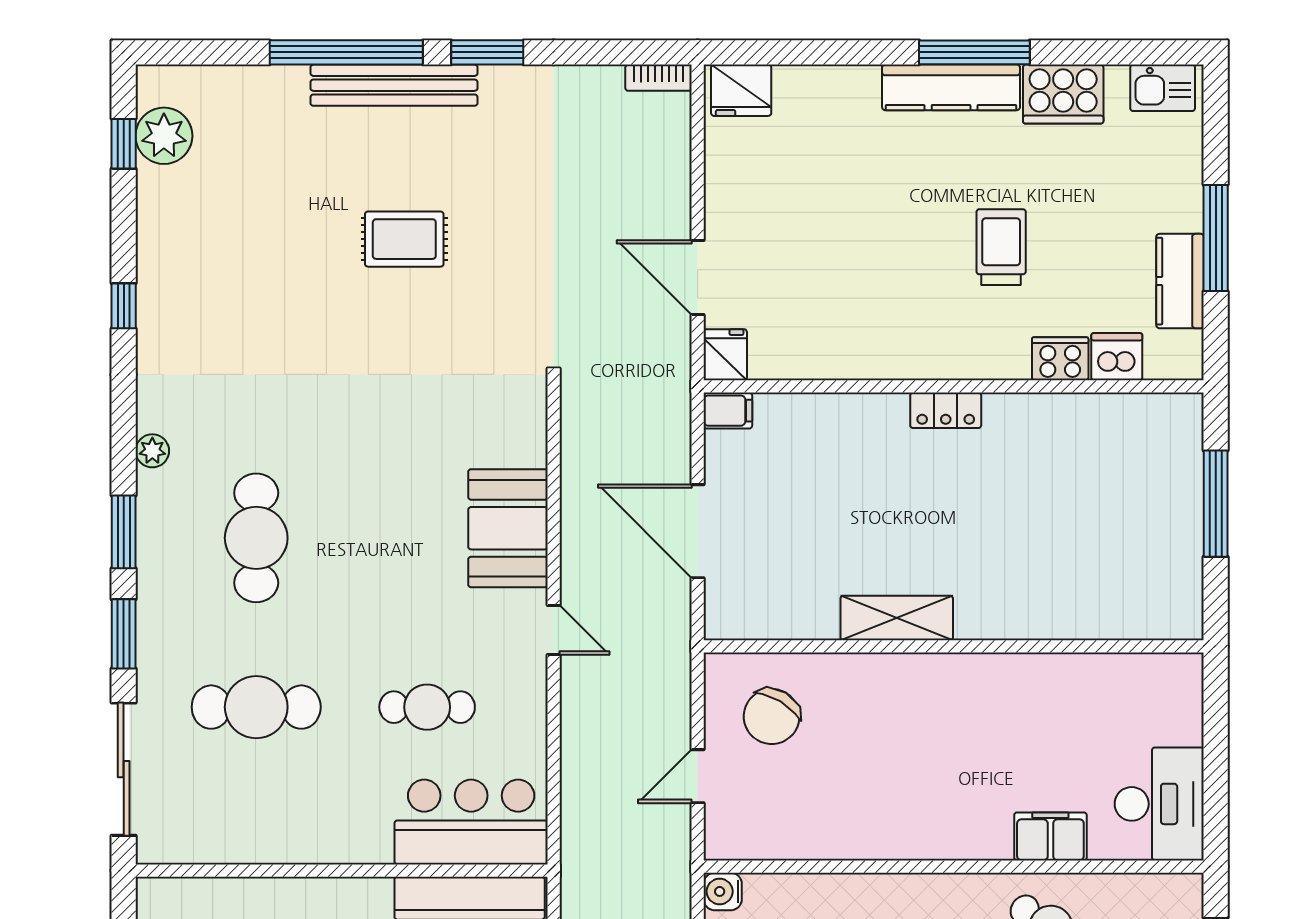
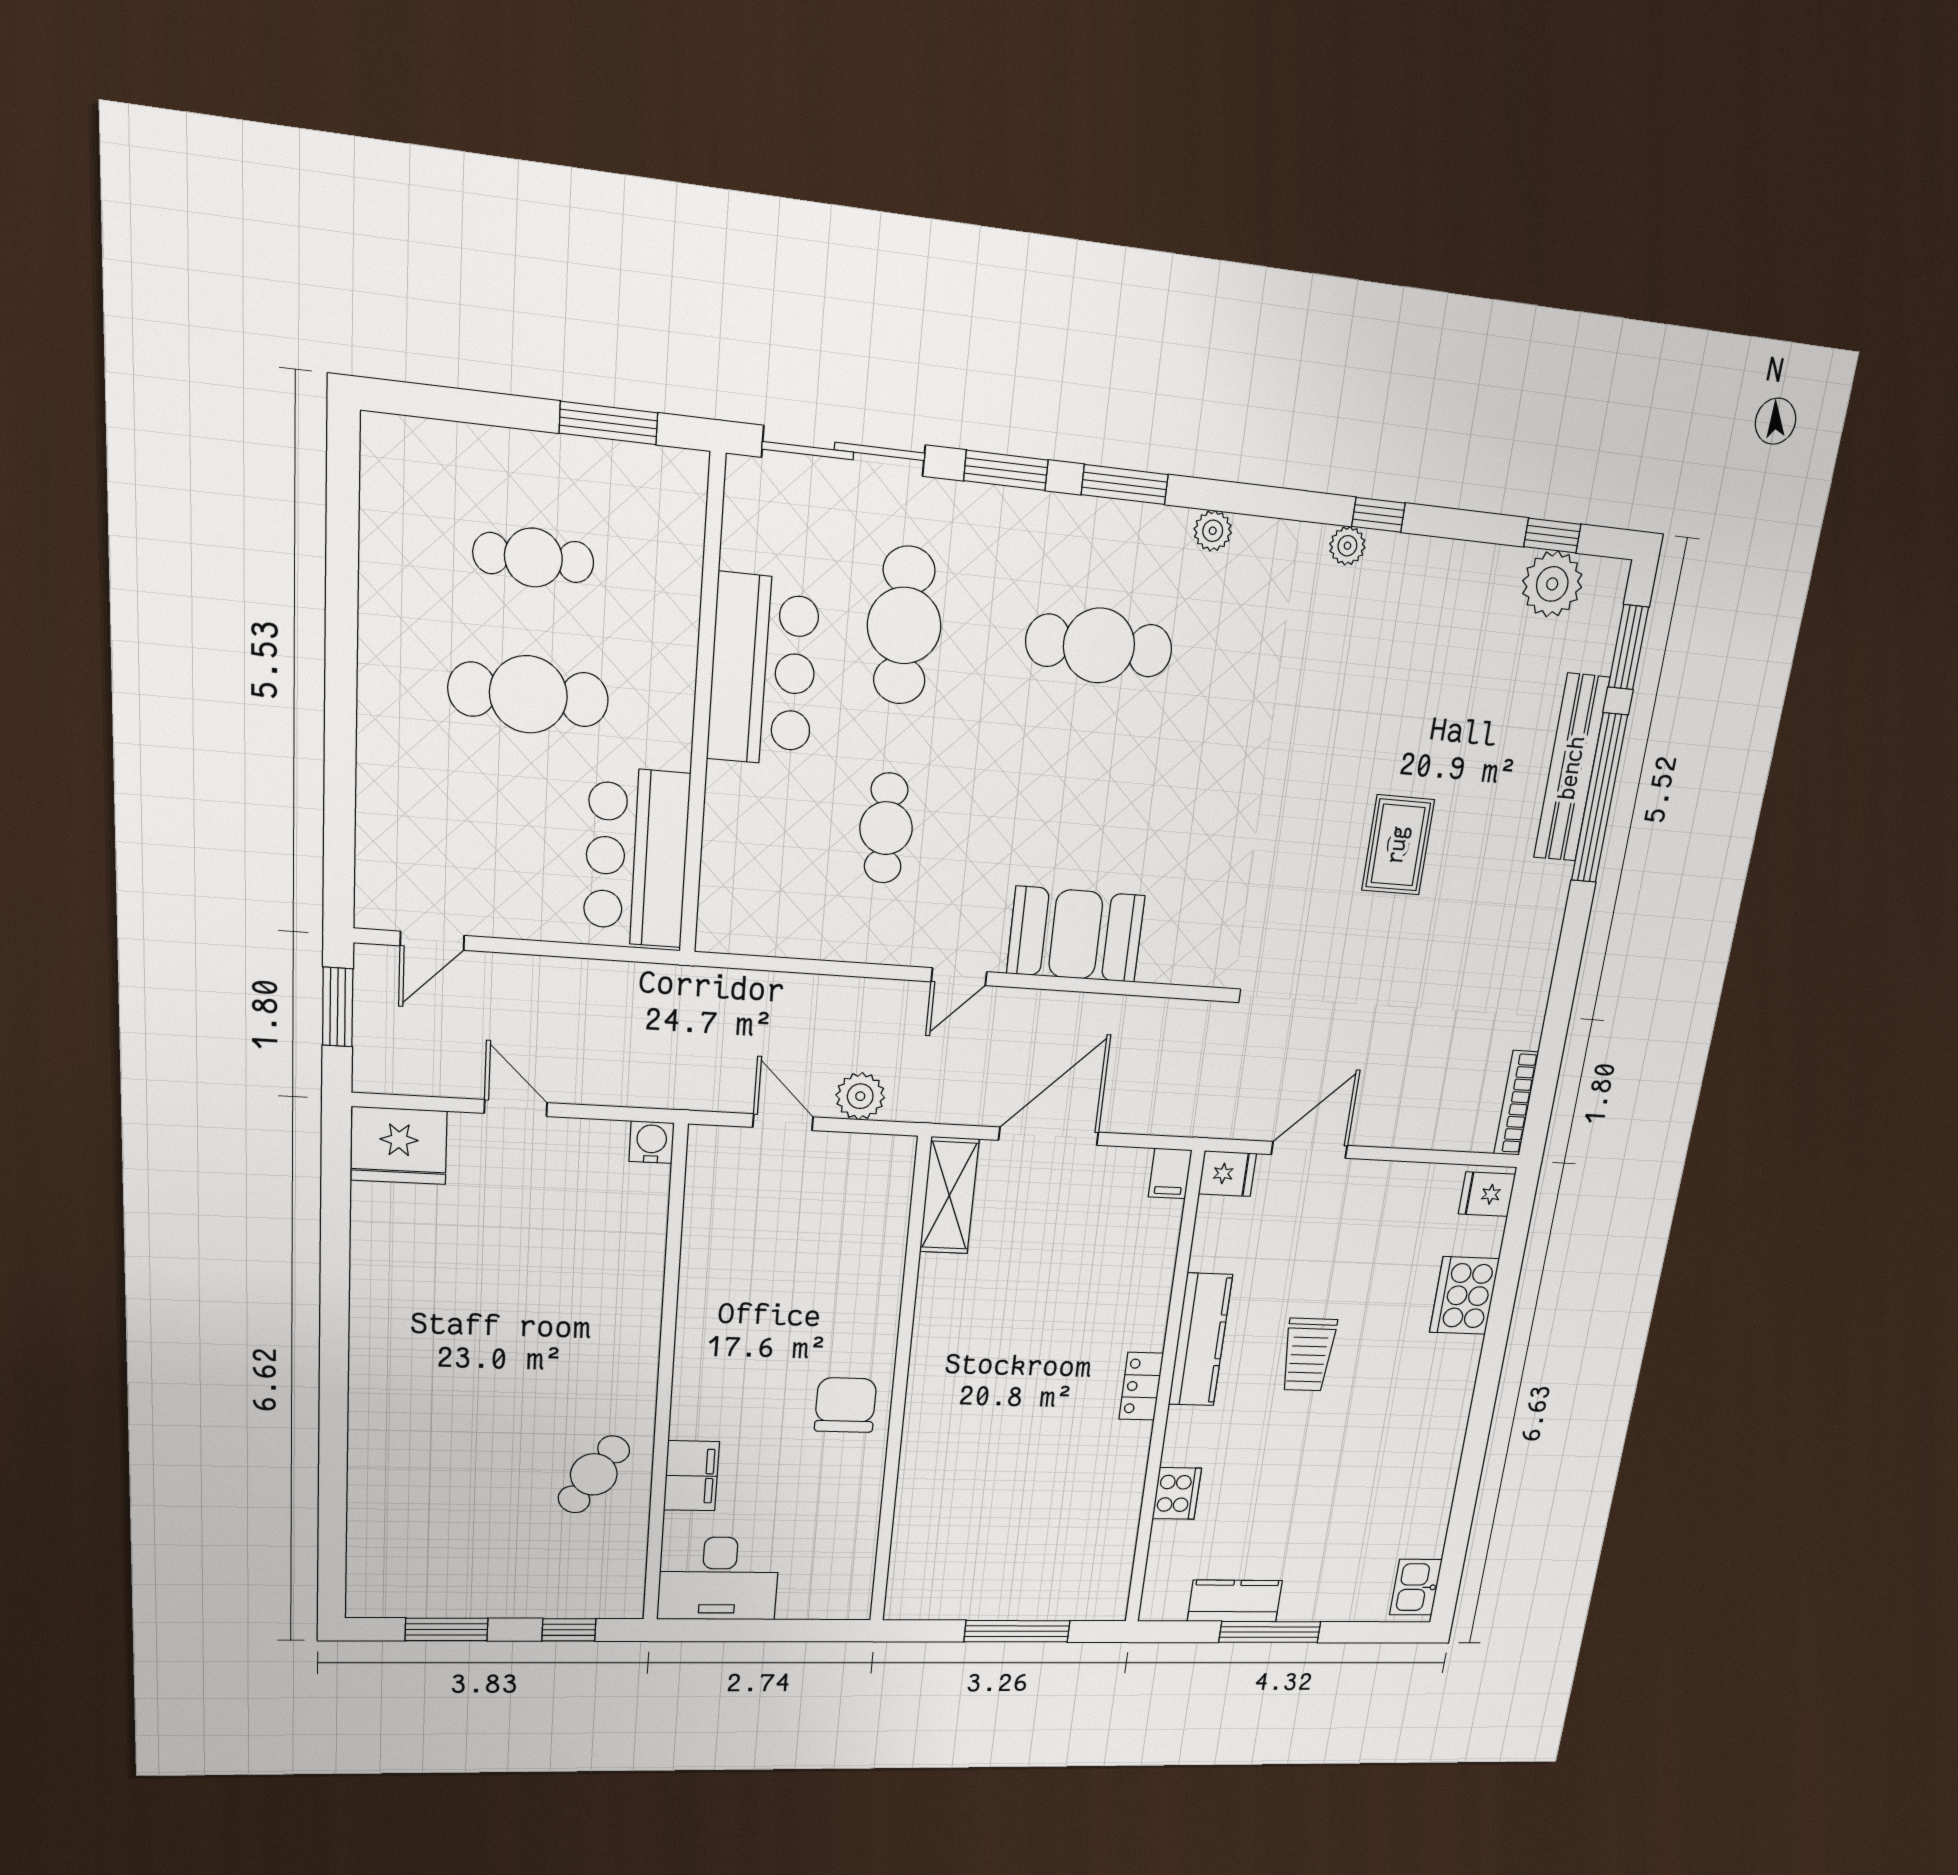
window: (487, 52) -> (1628, 647), moved
window: (974, 52) -> (1480, 1422), removed
bookcase: (659, 78) -> (1516, 1103), width x1.56
bench: (394, 85) -> (1572, 768), moved
kitchen counter: (951, 87) -> (1200, 1340), moved, turned 180
fridge: (741, 90) -> (1487, 1194), width x0.72
cooker: (1063, 94) -> (1464, 1296), moved
trolley: (1001, 247) -> (1308, 1355), moved, turned 90
plant: (152, 329) -> (1347, 546), added
dishwasher: (1117, 357) -> (1171, 1545), removed
shelving: (897, 618) -> (949, 1196), moved
plant: (669, 709) -> (860, 1096), added
chair: (772, 716) -> (846, 1405), moved, turned 59
bar counter: (471, 822) -> (763, 671), moved

